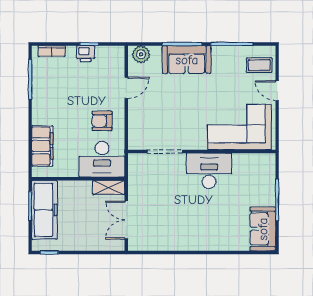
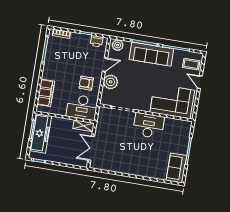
printer: (86, 54) -> (97, 41), moved
sofa: (187, 60) -> (151, 54), width x1.36
plant: (139, 113) -> (111, 82), added

